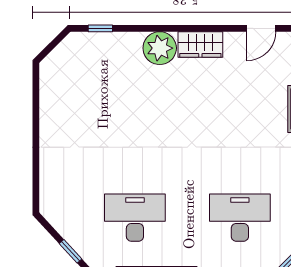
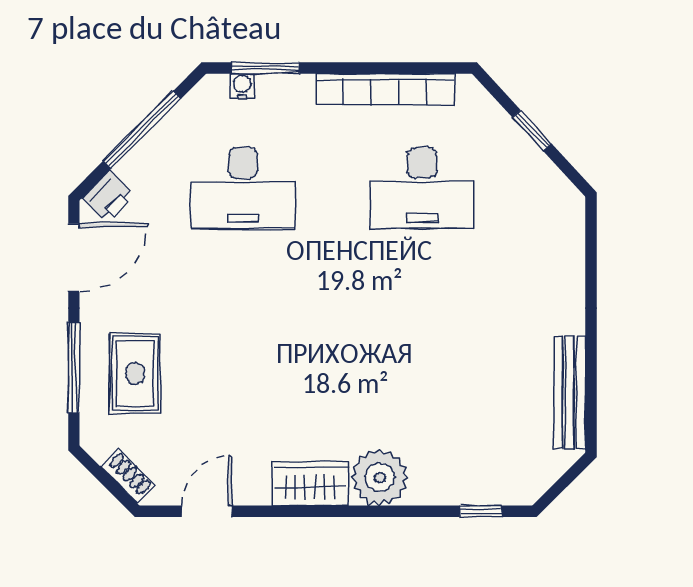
bench: (48, 98) -> (570, 393), added

